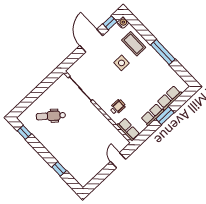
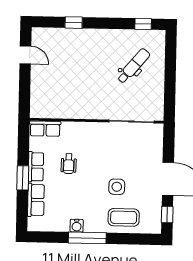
water cooler: (123, 23) -> (77, 226), moved
wheelchair: (118, 107) -> (69, 164), moved
door: (118, 160) -> (25, 55), moved

